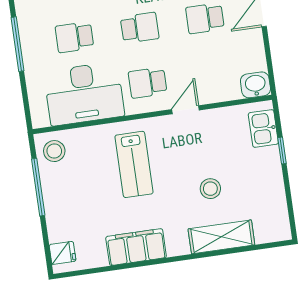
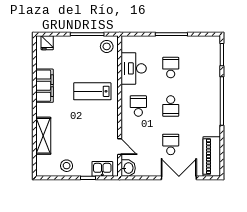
desk: (84, 94) -> (134, 68), width x0.73, depth x0.77
door: (185, 110) -> (120, 147), moved
stool: (210, 189) -> (67, 166), moved

